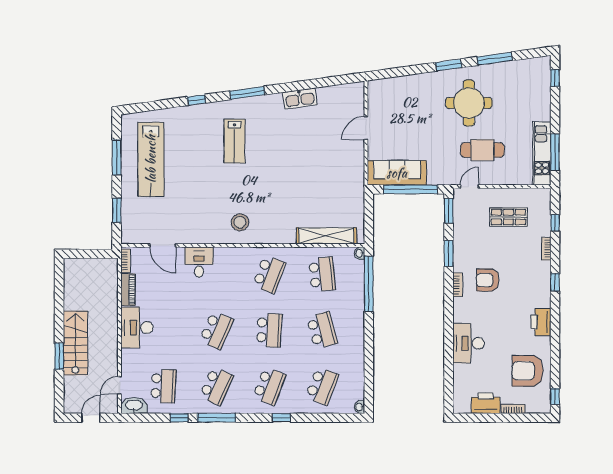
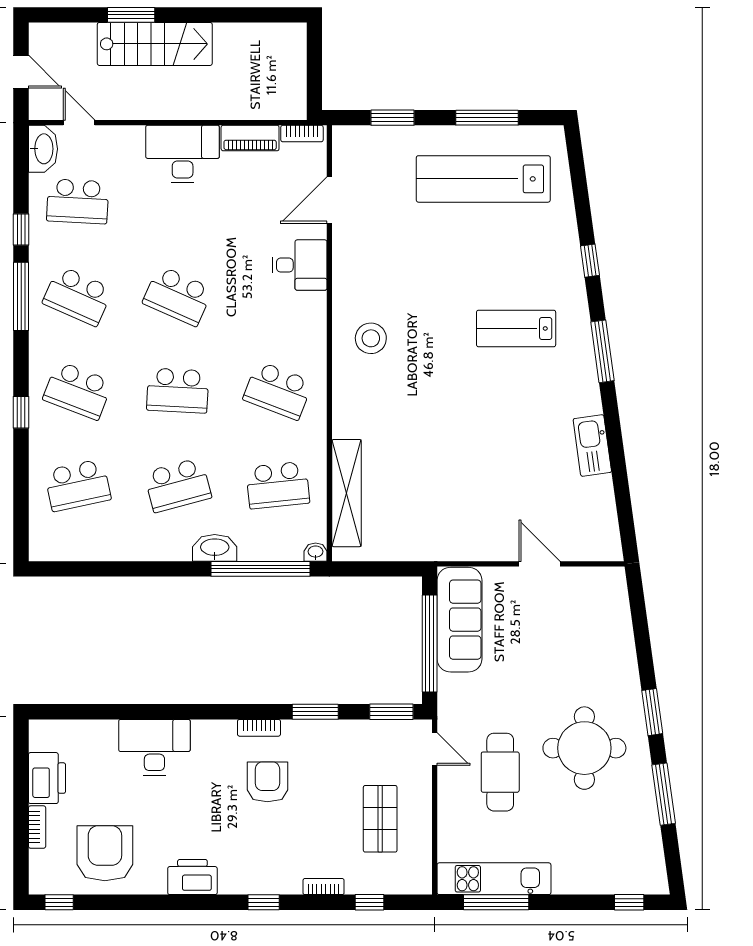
school desk: (322, 386) -> (78, 485), turned -33
washbasin: (359, 407) -> (215, 548), moved, width x1.91, depth x1.45

